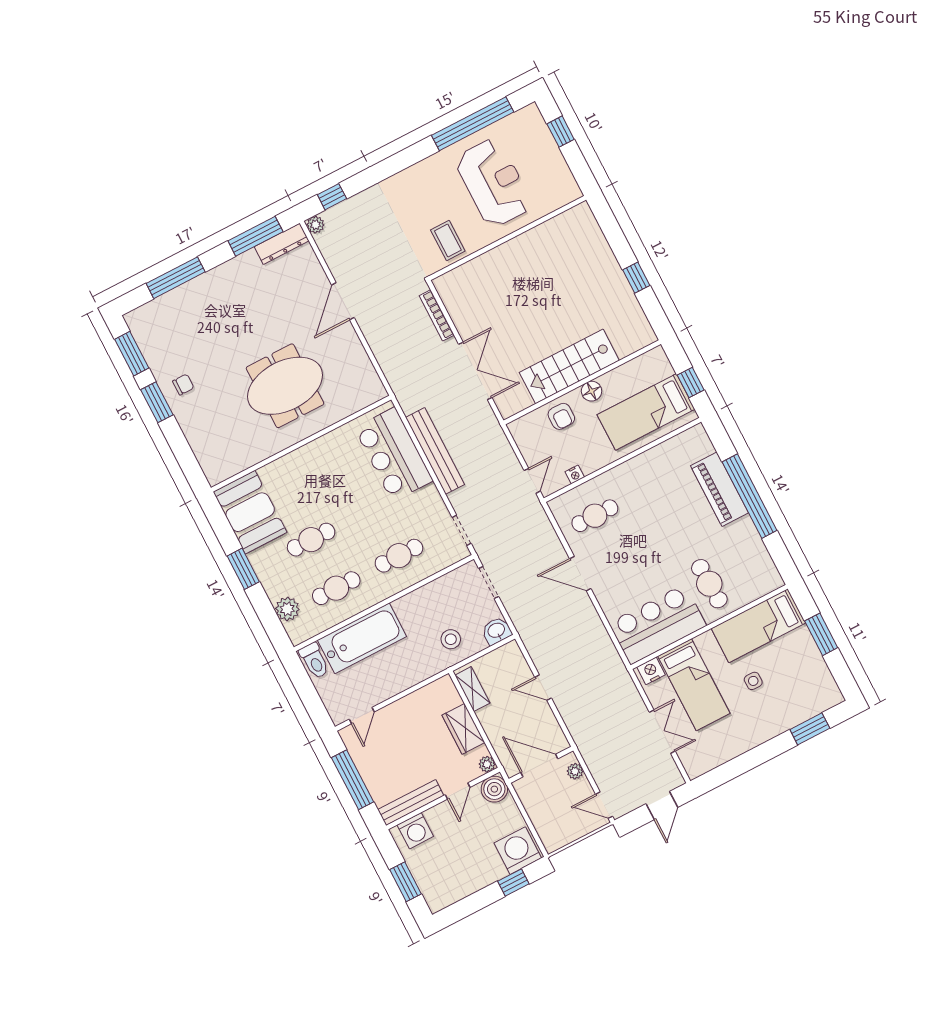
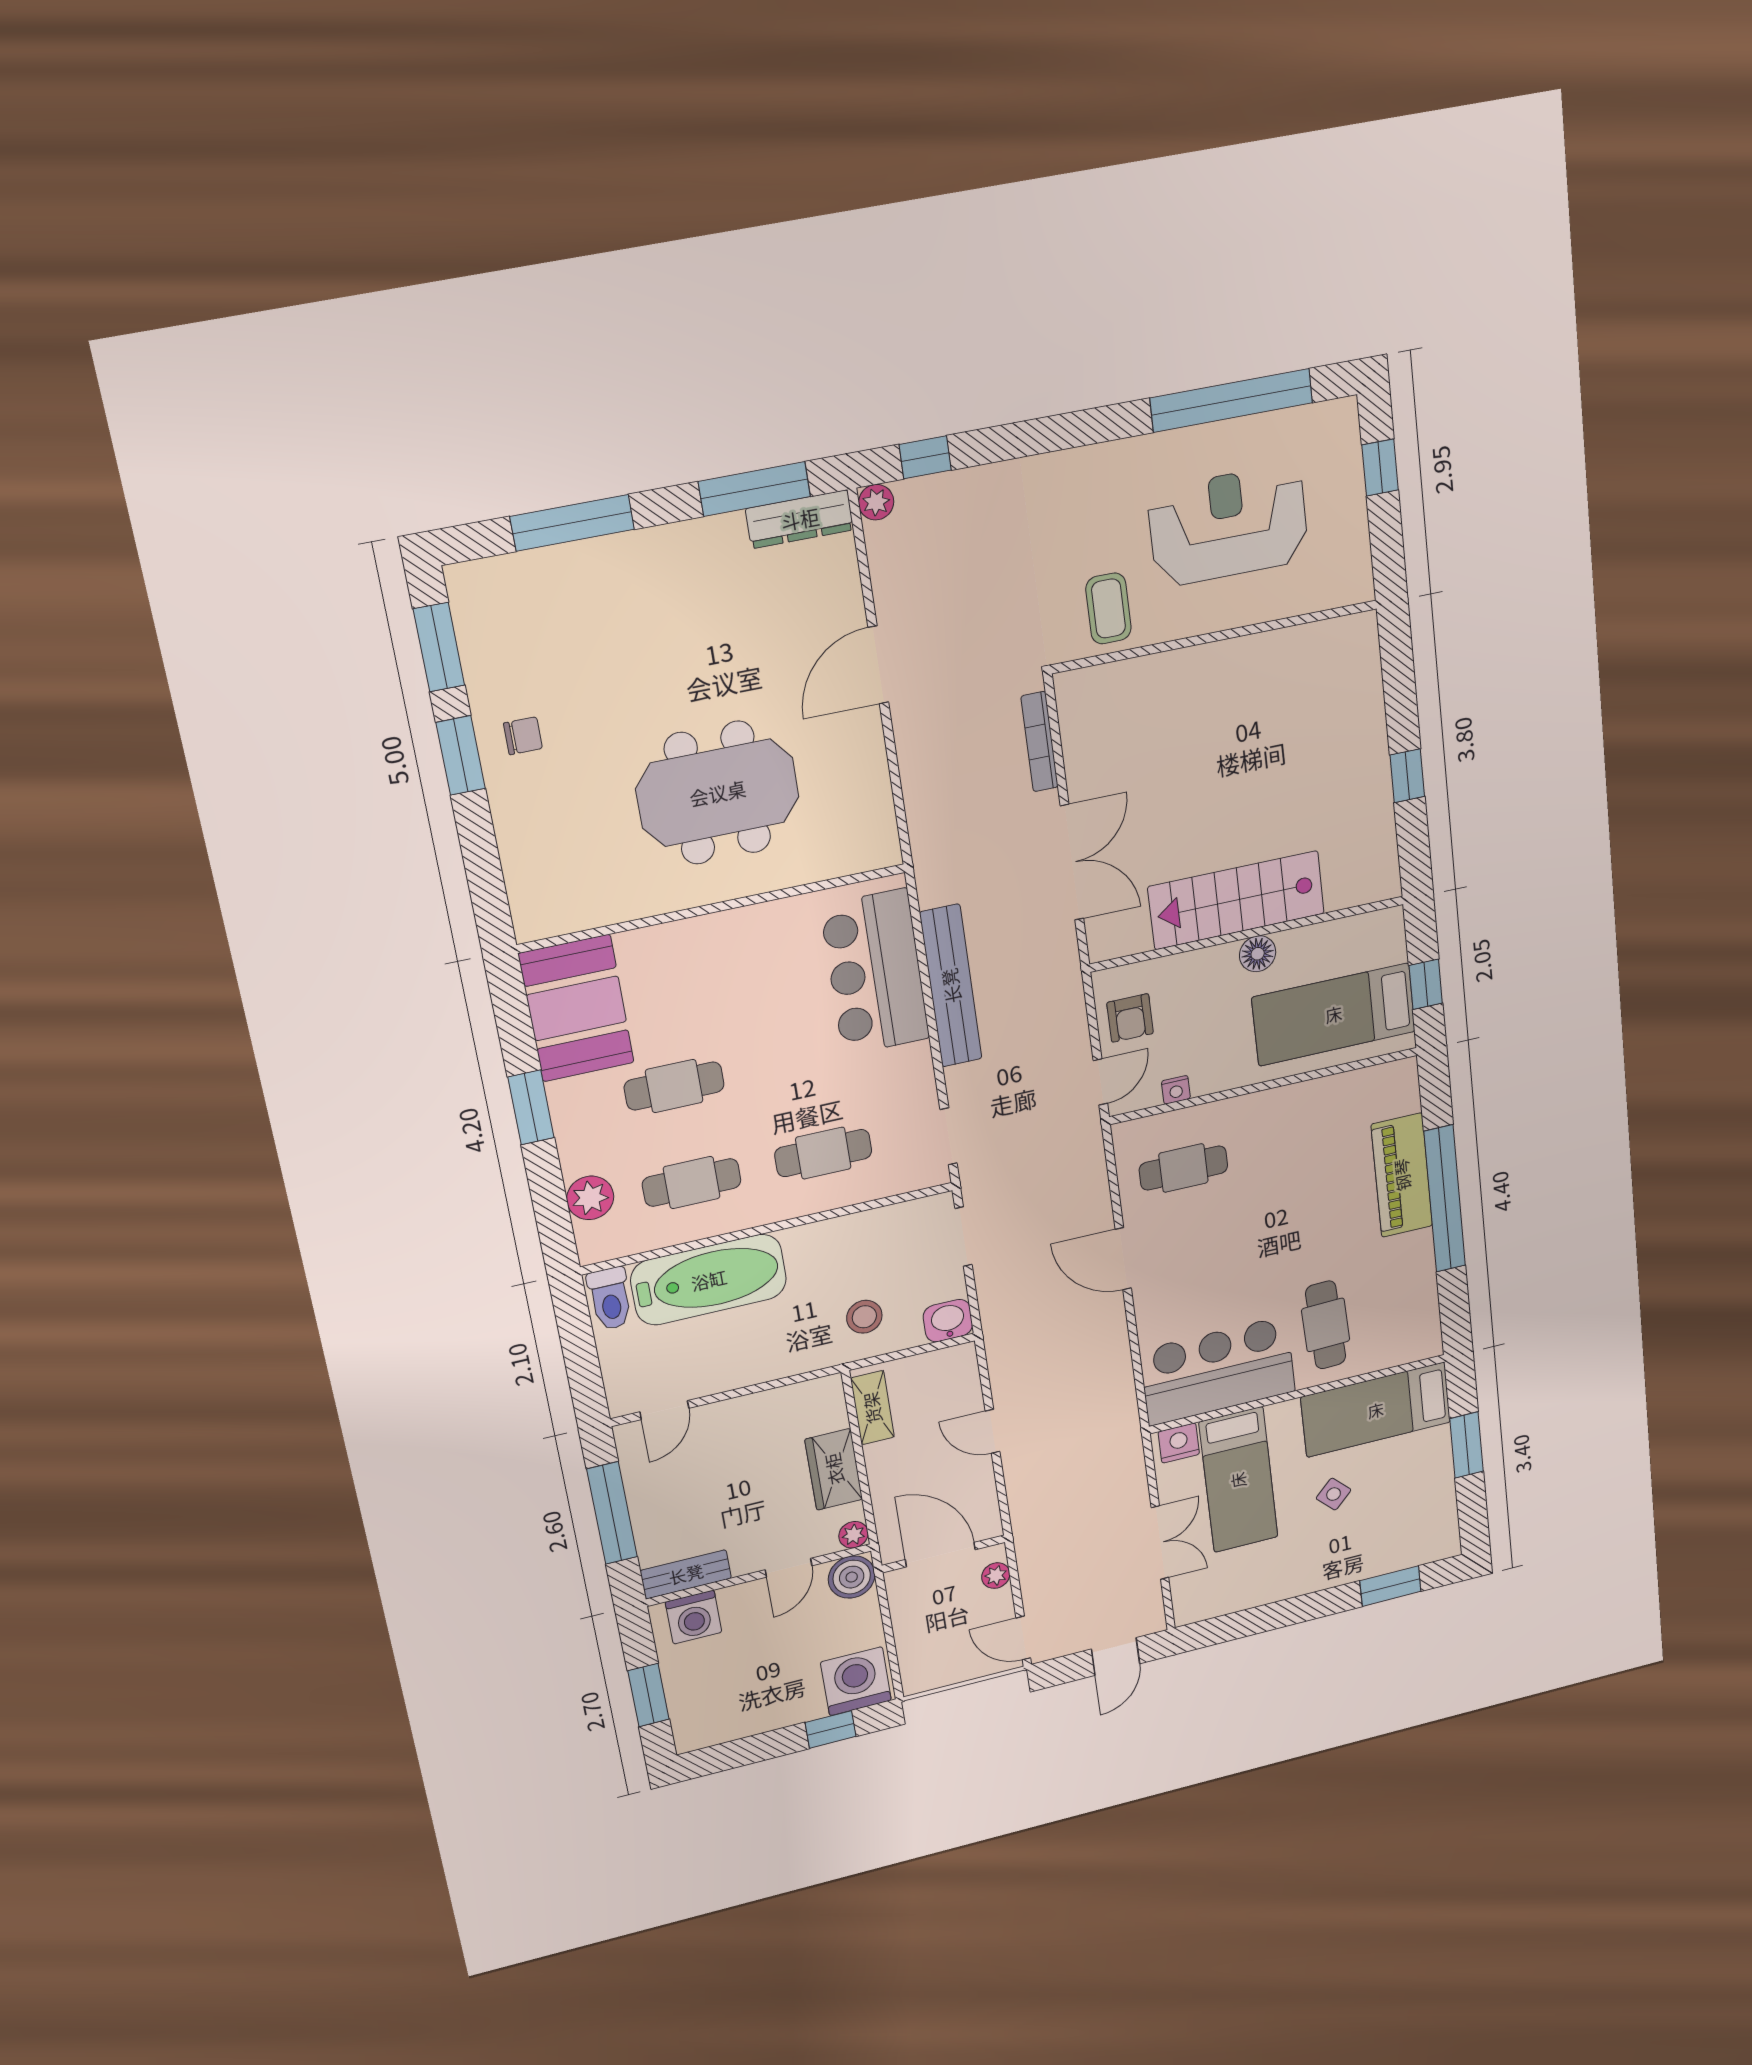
reception desk: (494, 183) -> (1228, 525), turned -90
armchair: (561, 416) -> (1130, 1018), moved
side table: (753, 681) -> (1334, 1494), turned 45
bench: (411, 803) -> (686, 1574), width x0.73

